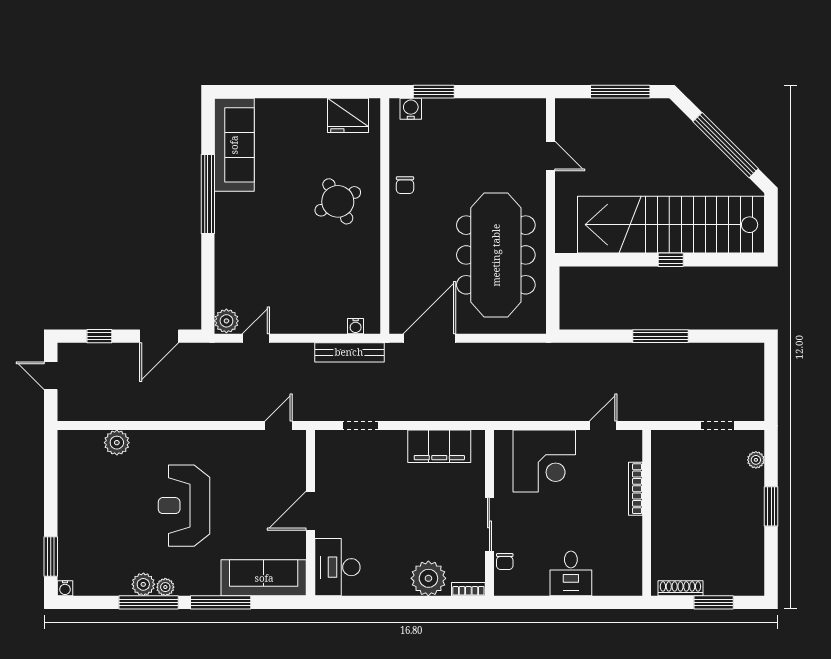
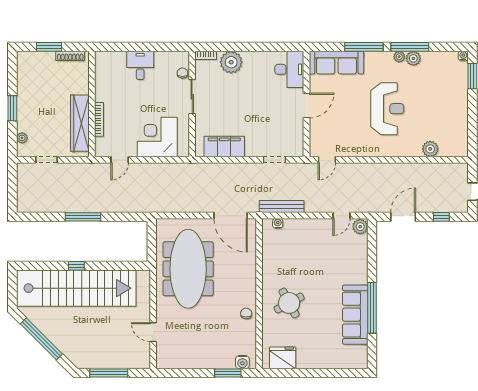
sofa: (234, 145) -> (355, 315), moved
door: (429, 338) -> (231, 216), hinge flipped
wardrobe: (665, 483) -> (80, 123), added

